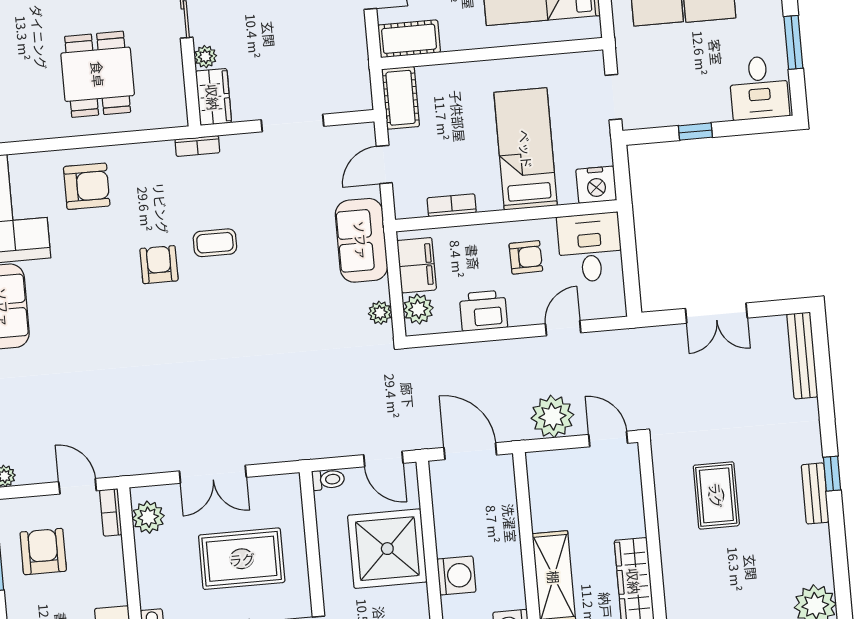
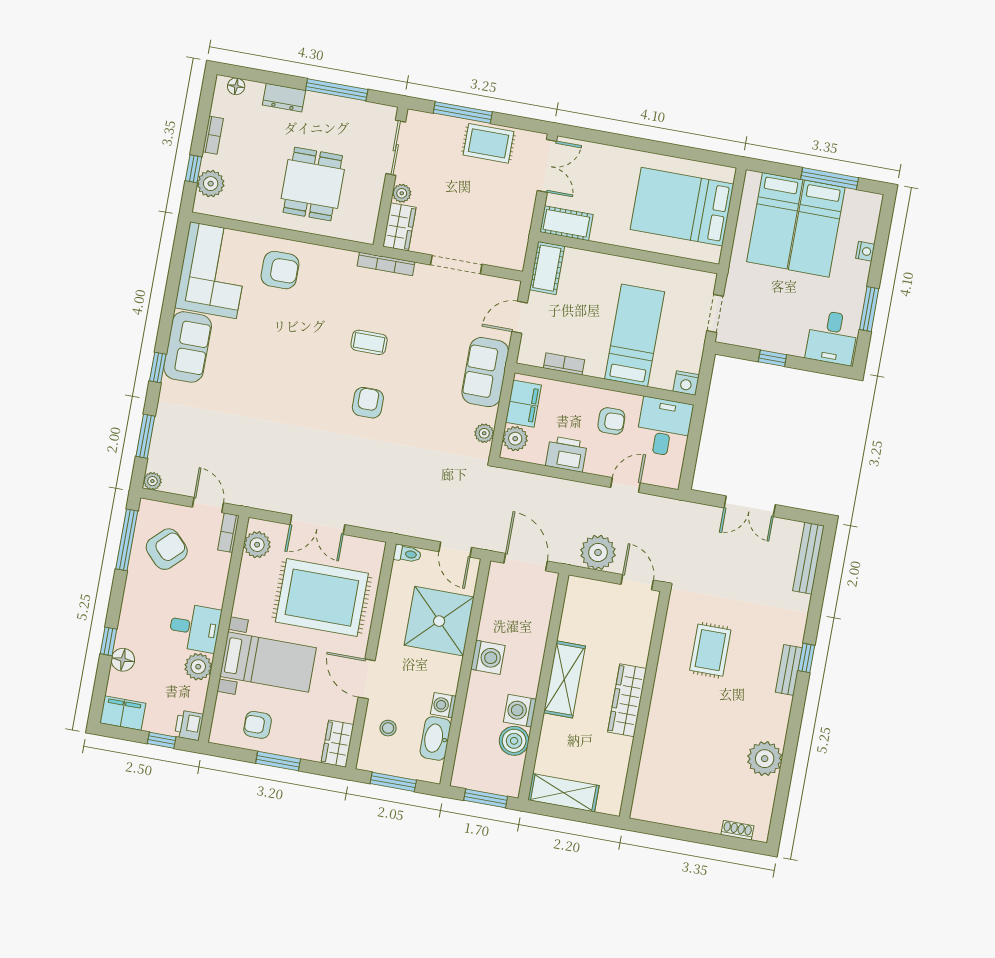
bookcase: (197, 146) -> (386, 264), width x1.56
nightstand: (596, 185) -> (686, 383), width x0.74, depth x0.75
armchair: (159, 265) -> (368, 403), moved
armchair: (43, 552) -> (167, 549), turned 46
rug: (242, 559) -> (322, 598), width x1.37, depth x1.44

